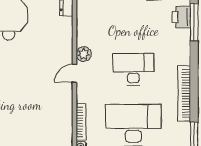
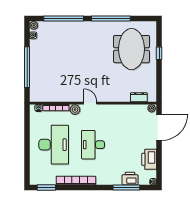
plant: (84, 54) -> (75, 110), moved
desk: (133, 69) -> (93, 145), turned 180

